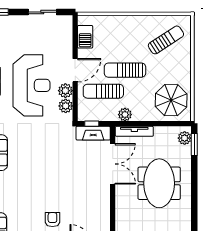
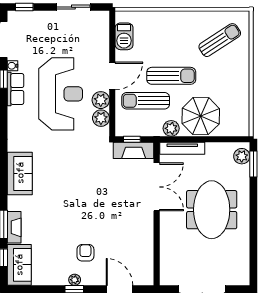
sun lounger: (125, 70) -> (171, 76), turned 180
parasol: (171, 100) -> (201, 116), moved

